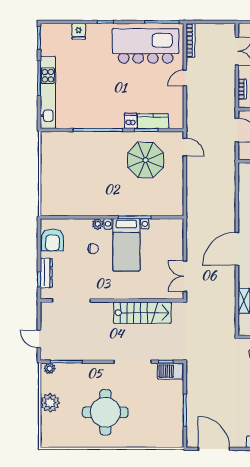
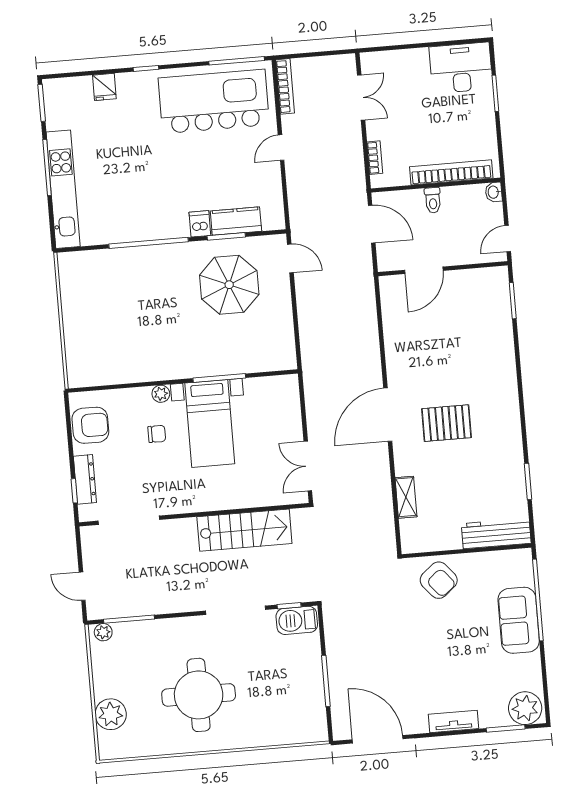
armchair: (52, 240) -> (90, 425), turned -90
plant: (50, 403) -> (111, 714), moved

